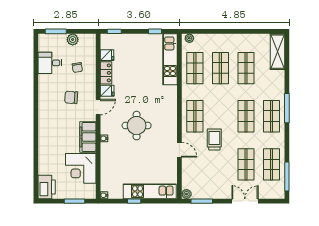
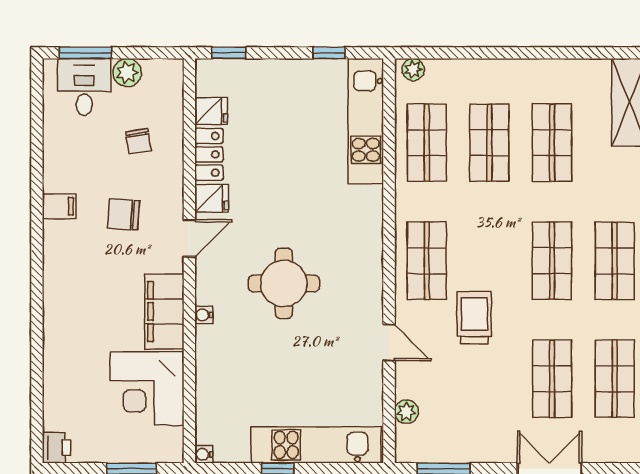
desk: (50, 63) -> (84, 87), moved, turned 90
filing cabinet: (45, 94) -> (59, 206), added
printer: (47, 187) -> (57, 448), width x0.53, depth x0.68
plant: (187, 194) -> (406, 412), moved

